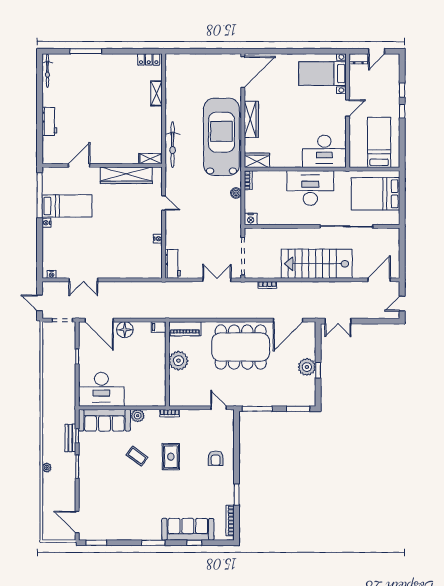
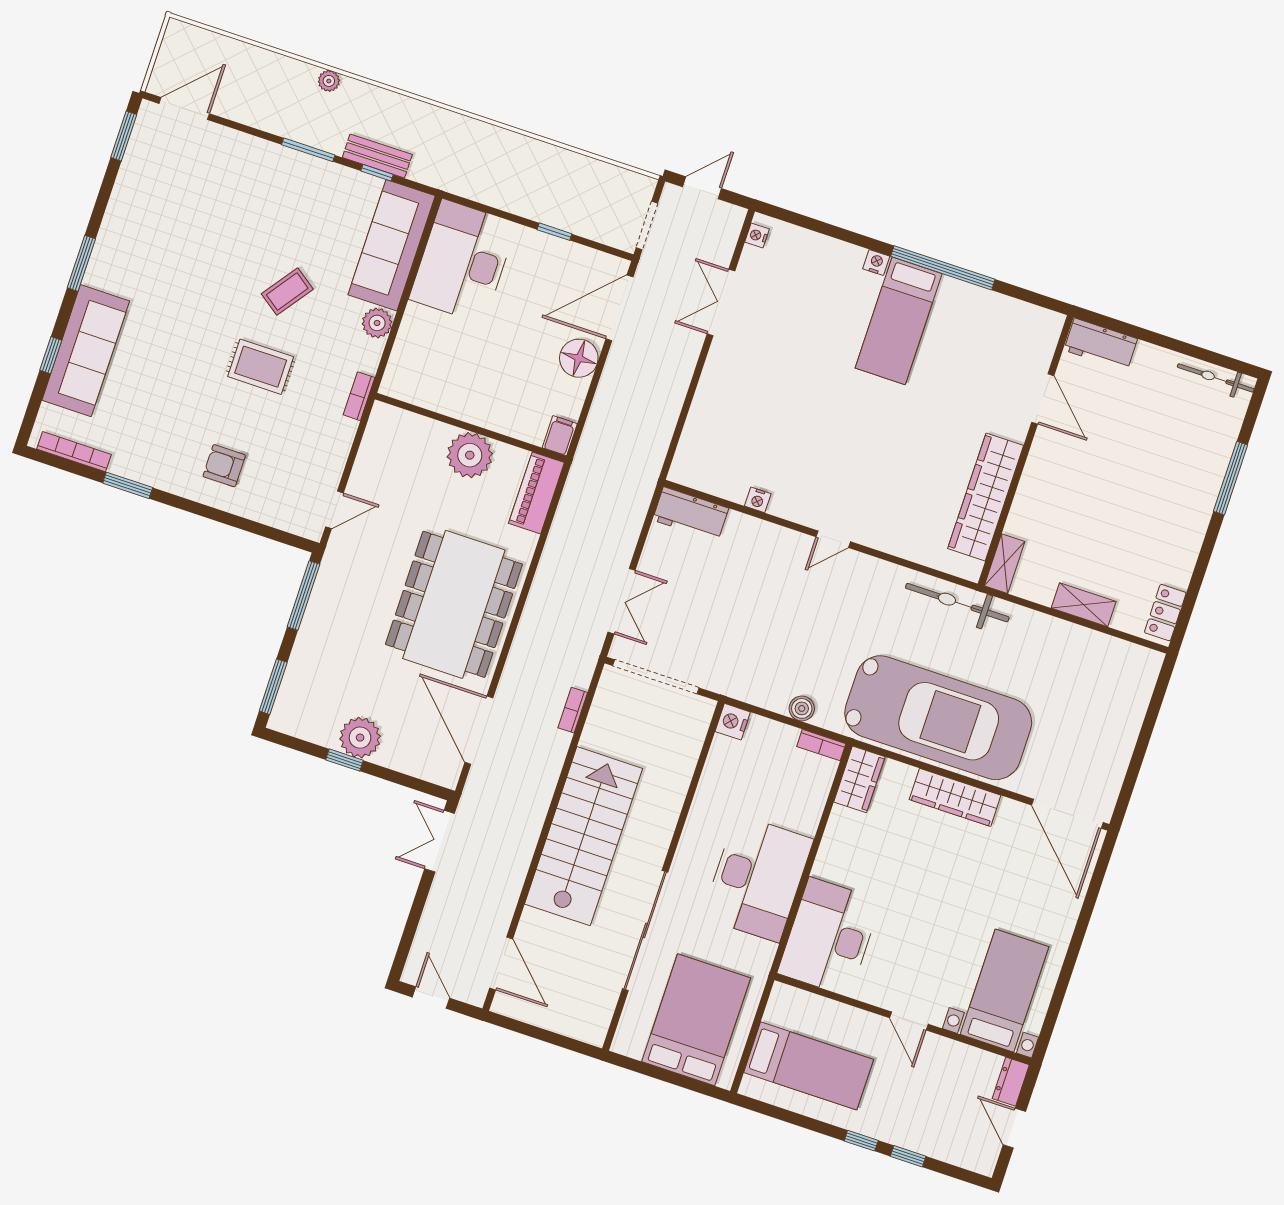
shelving: (151, 159) -> (1005, 564), moved
door: (79, 165) -> (1043, 399), moved
wall: (102, 165) -> (1026, 450), moved
wardrobe: (126, 175) -> (986, 497), moved

